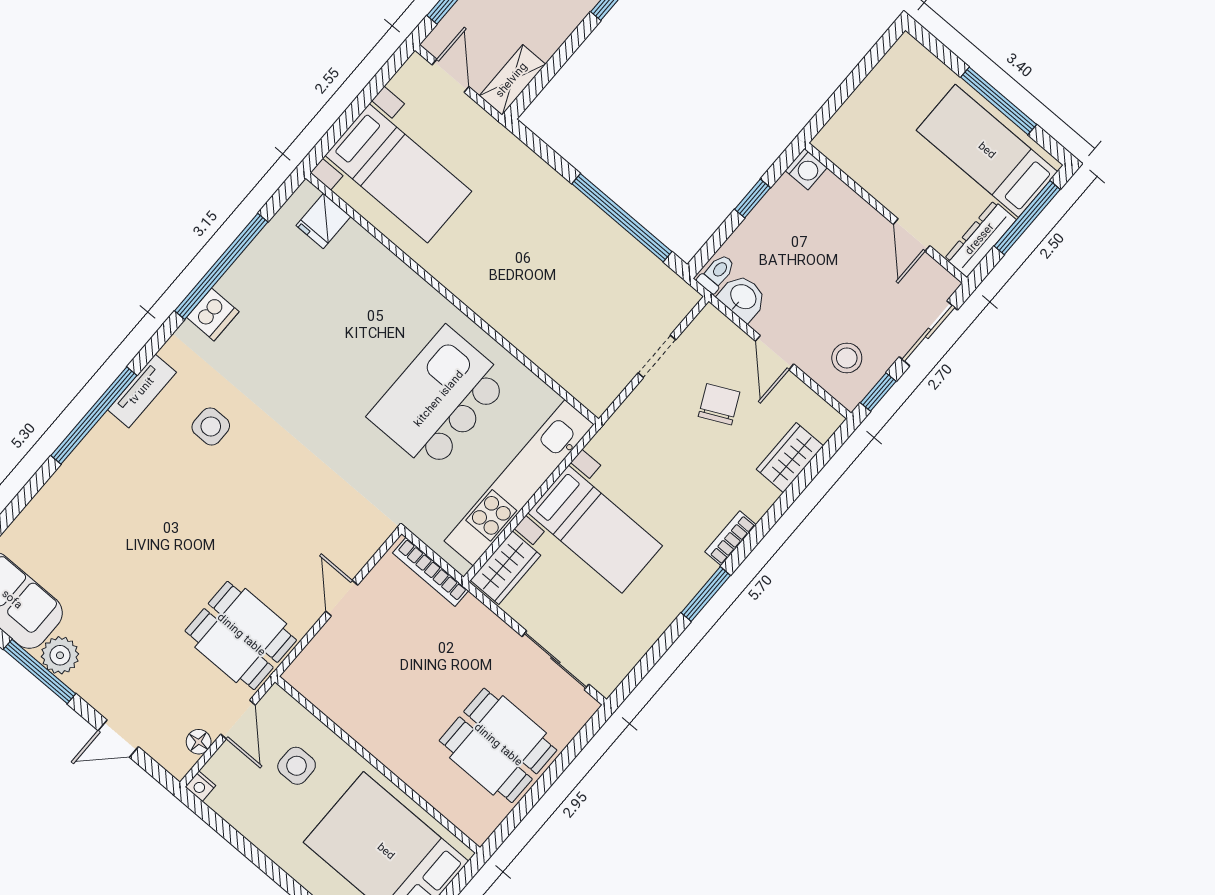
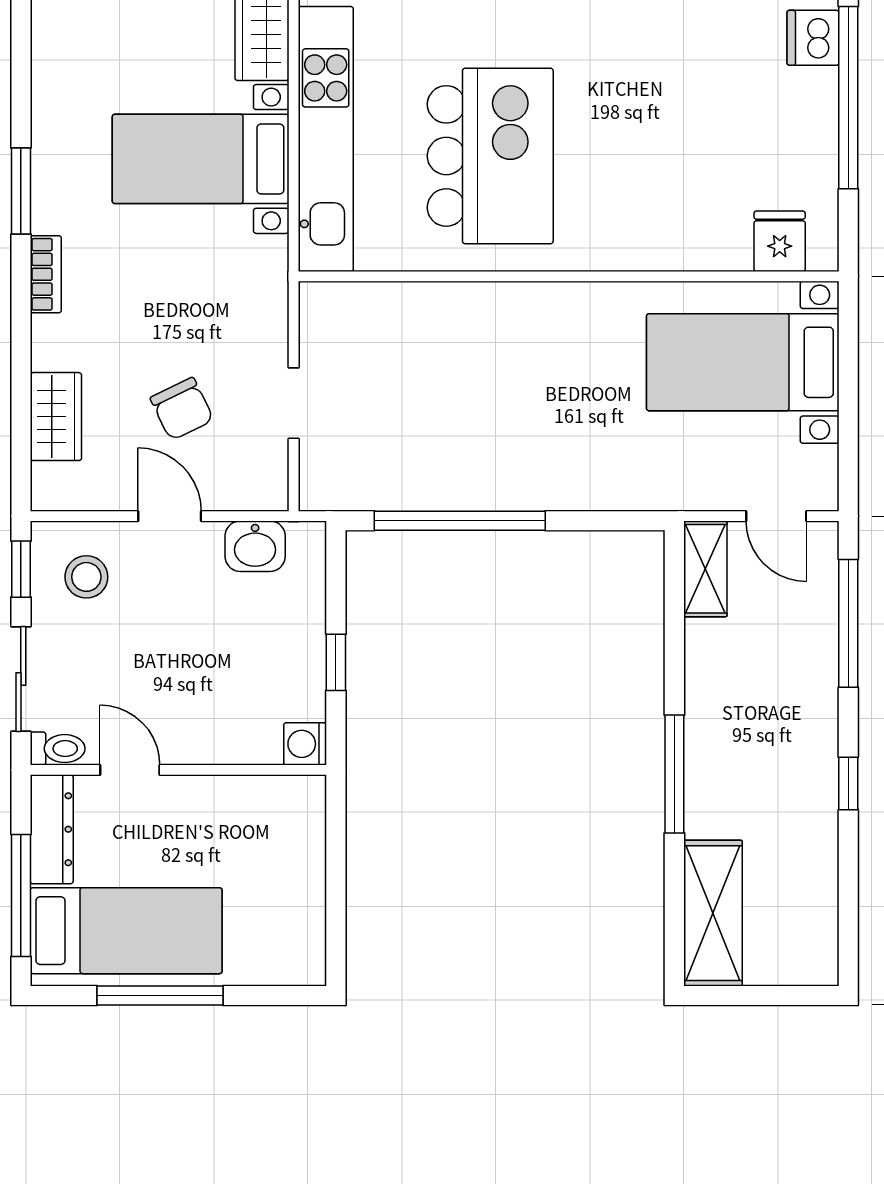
toilet: (717, 273) -> (58, 749), moved, turned -90

